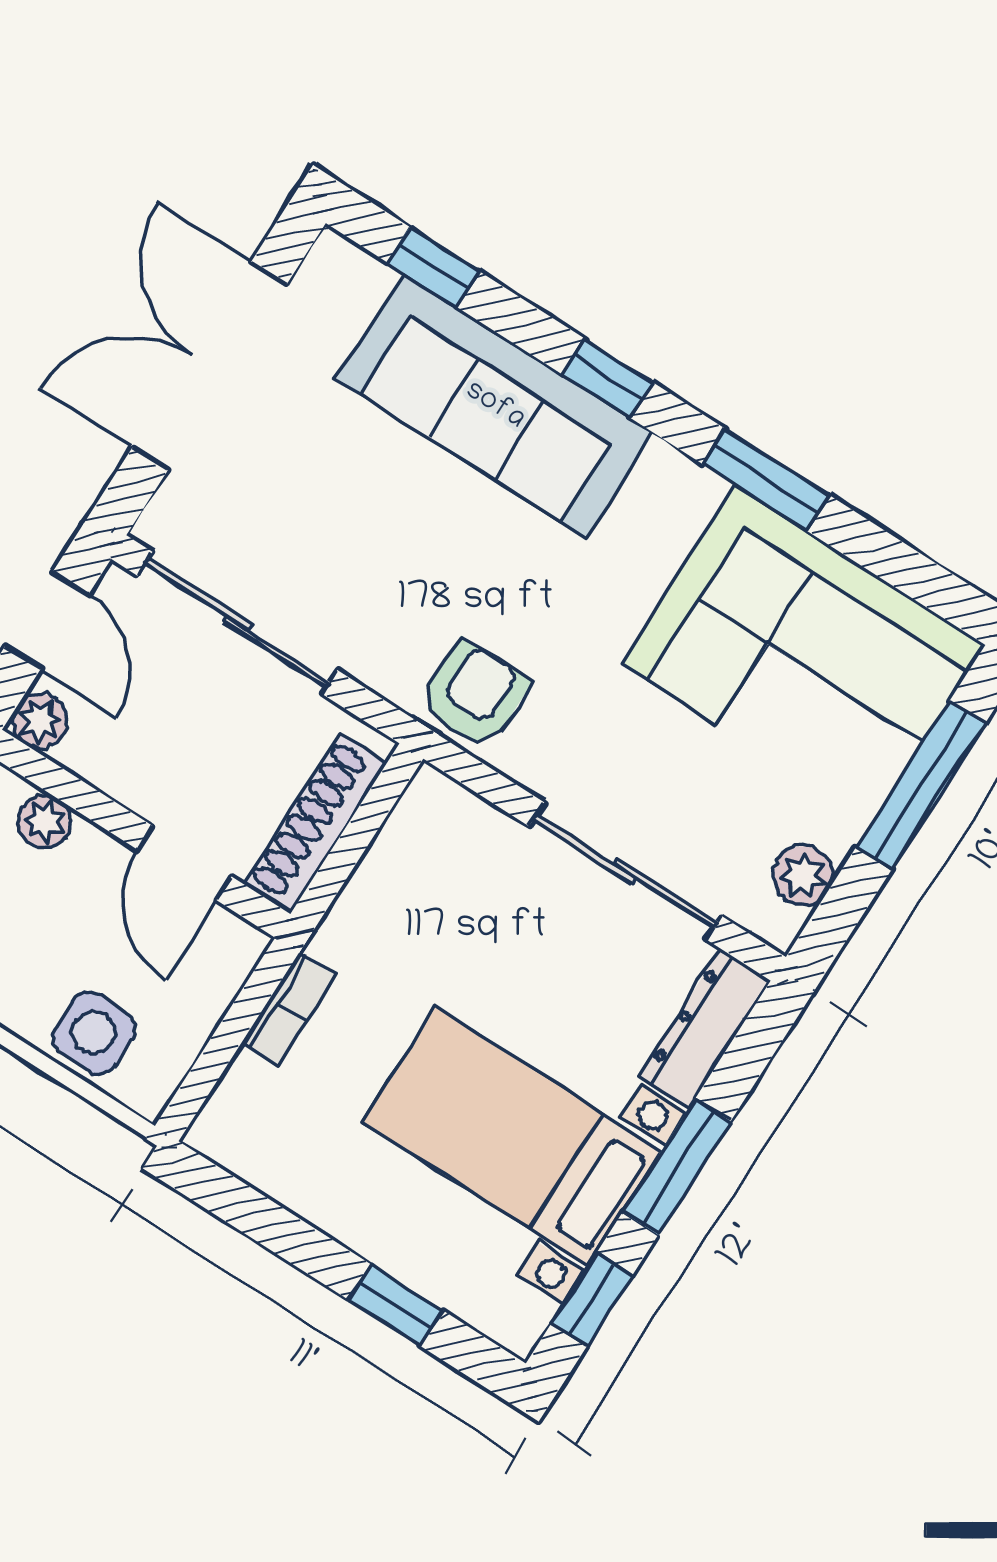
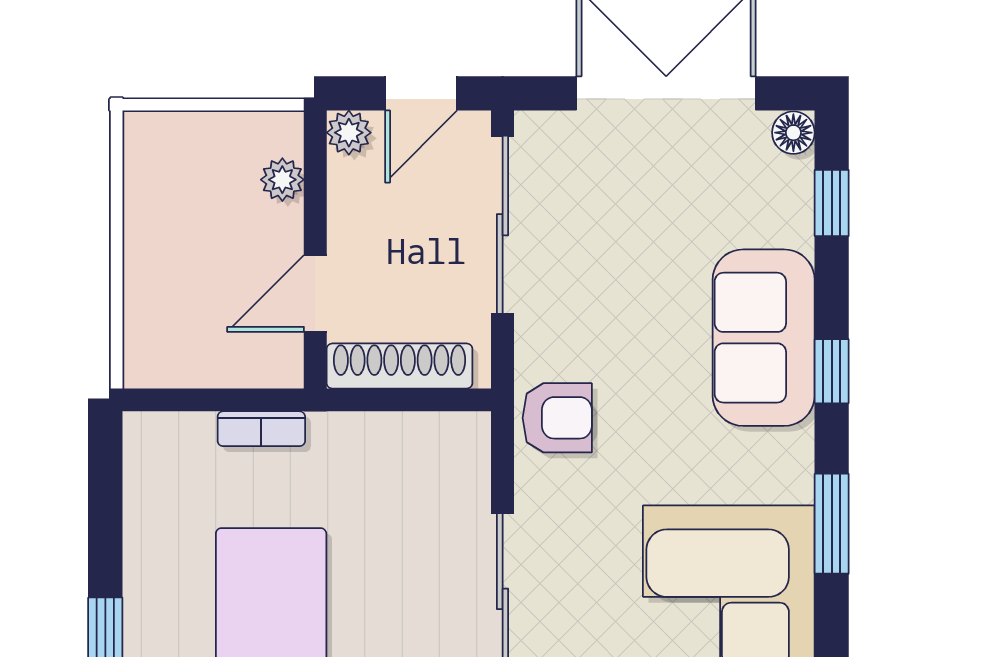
floor lamp: (335, 260) -> (793, 133), added
sofa: (495, 406) -> (764, 338), width x0.73
side table: (94, 1033) -> (159, 306), removed

